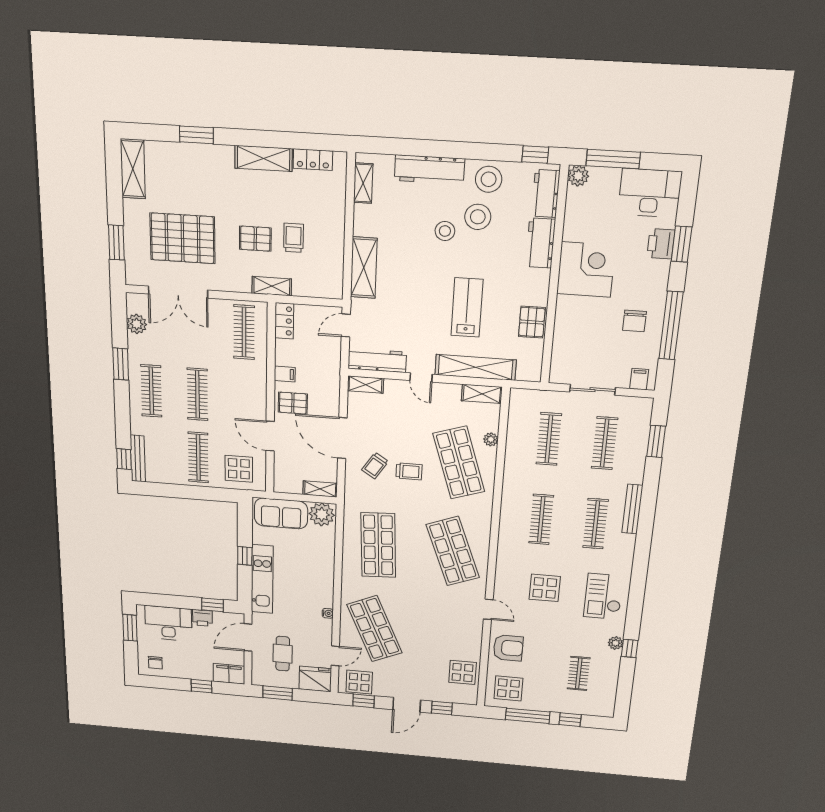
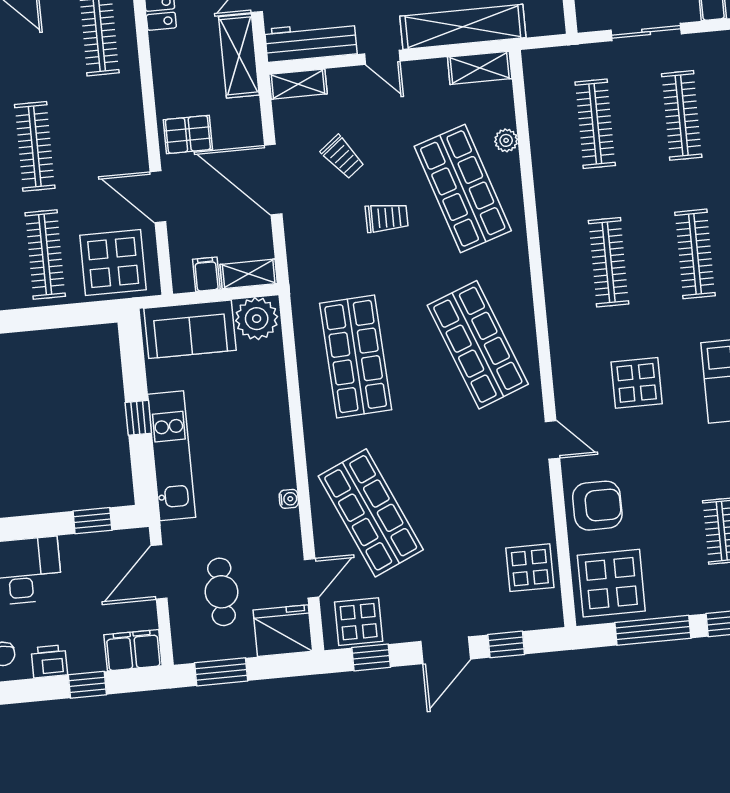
shelving: (331, 362) -> (239, 56), added
filing cabinet: (285, 374) -> (206, 274), moved, turned -90
trolley: (375, 466) -> (343, 157), moved, turned -71
display table: (239, 469) -> (113, 263), width x1.36, depth x1.36
printer: (202, 618) -> (49, 661), moved, turned 180
display table: (508, 688) -> (611, 583), width x1.36, depth x1.36

